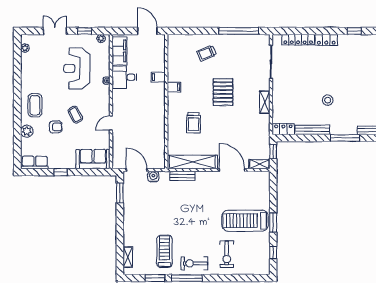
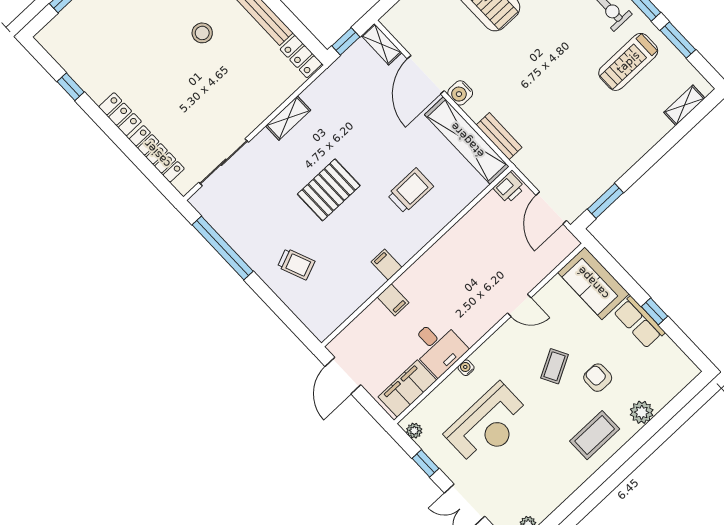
printer: (159, 161) -> (509, 188), added
row of seats: (35, 162) -> (639, 322), moved
water cooler: (153, 177) -> (460, 93), moved

